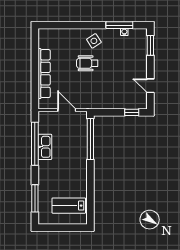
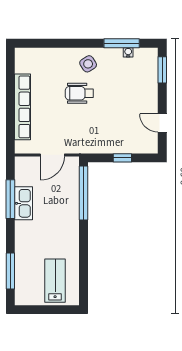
door: (67, 110) -> (52, 155), swing flipped
window: (132, 112) -> (122, 158), moved
window: (35, 144) -> (10, 199), width x0.68
lab bench: (69, 206) -> (55, 281), turned 90

